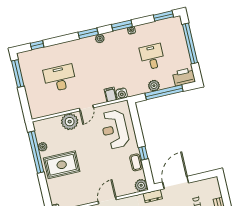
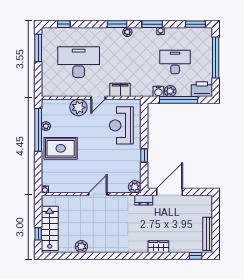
desk: (152, 57) -> (175, 62), width x1.37
desk: (60, 78) -> (79, 62), width x1.36, depth x1.30
water cooler: (122, 94) -> (158, 91), moved
filing cabinet: (111, 95) -> (120, 90), width x2.00
coffee table: (136, 162) -> (135, 163), removed

